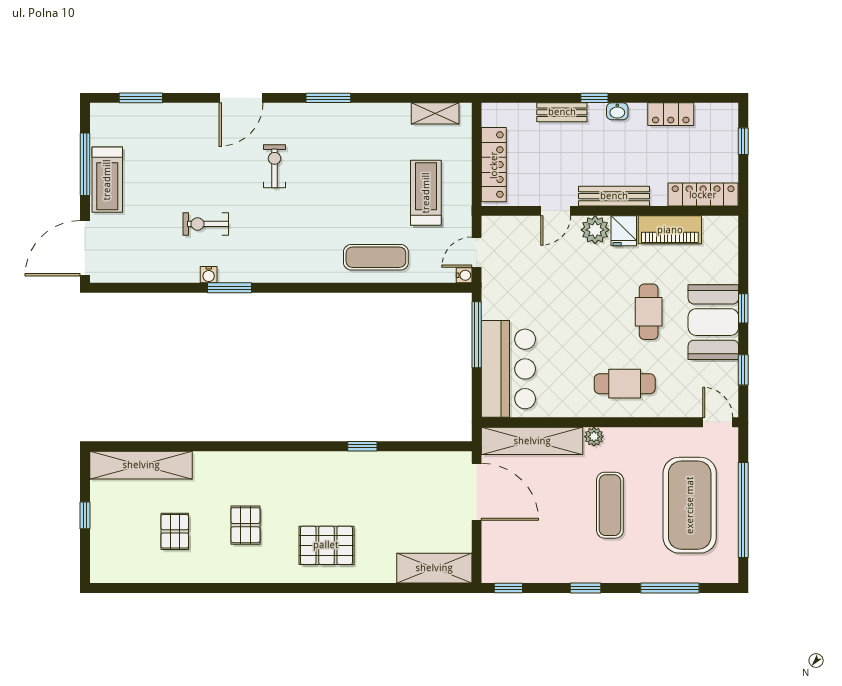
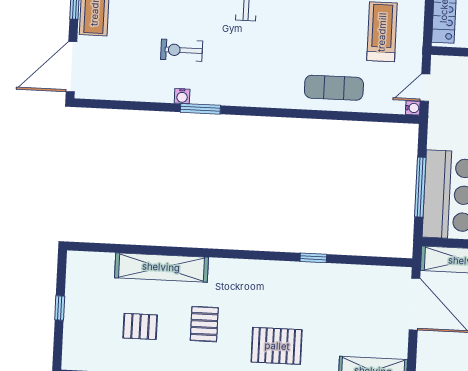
window: (477, 335) -> (420, 187), moved
shelving: (141, 465) -> (161, 267), moved
pallet: (175, 531) -> (140, 326), turned 90

